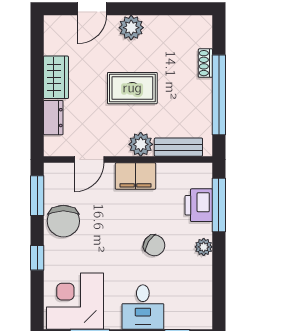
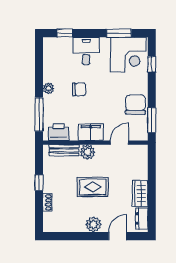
window: (219, 95) -> (39, 183), width x0.32
dresser: (53, 118) -> (142, 219), moved
printer: (199, 205) -> (58, 132), moved, turned -90
chair: (154, 245) -> (79, 89), turned 148
window: (37, 258) -> (152, 64), moved

